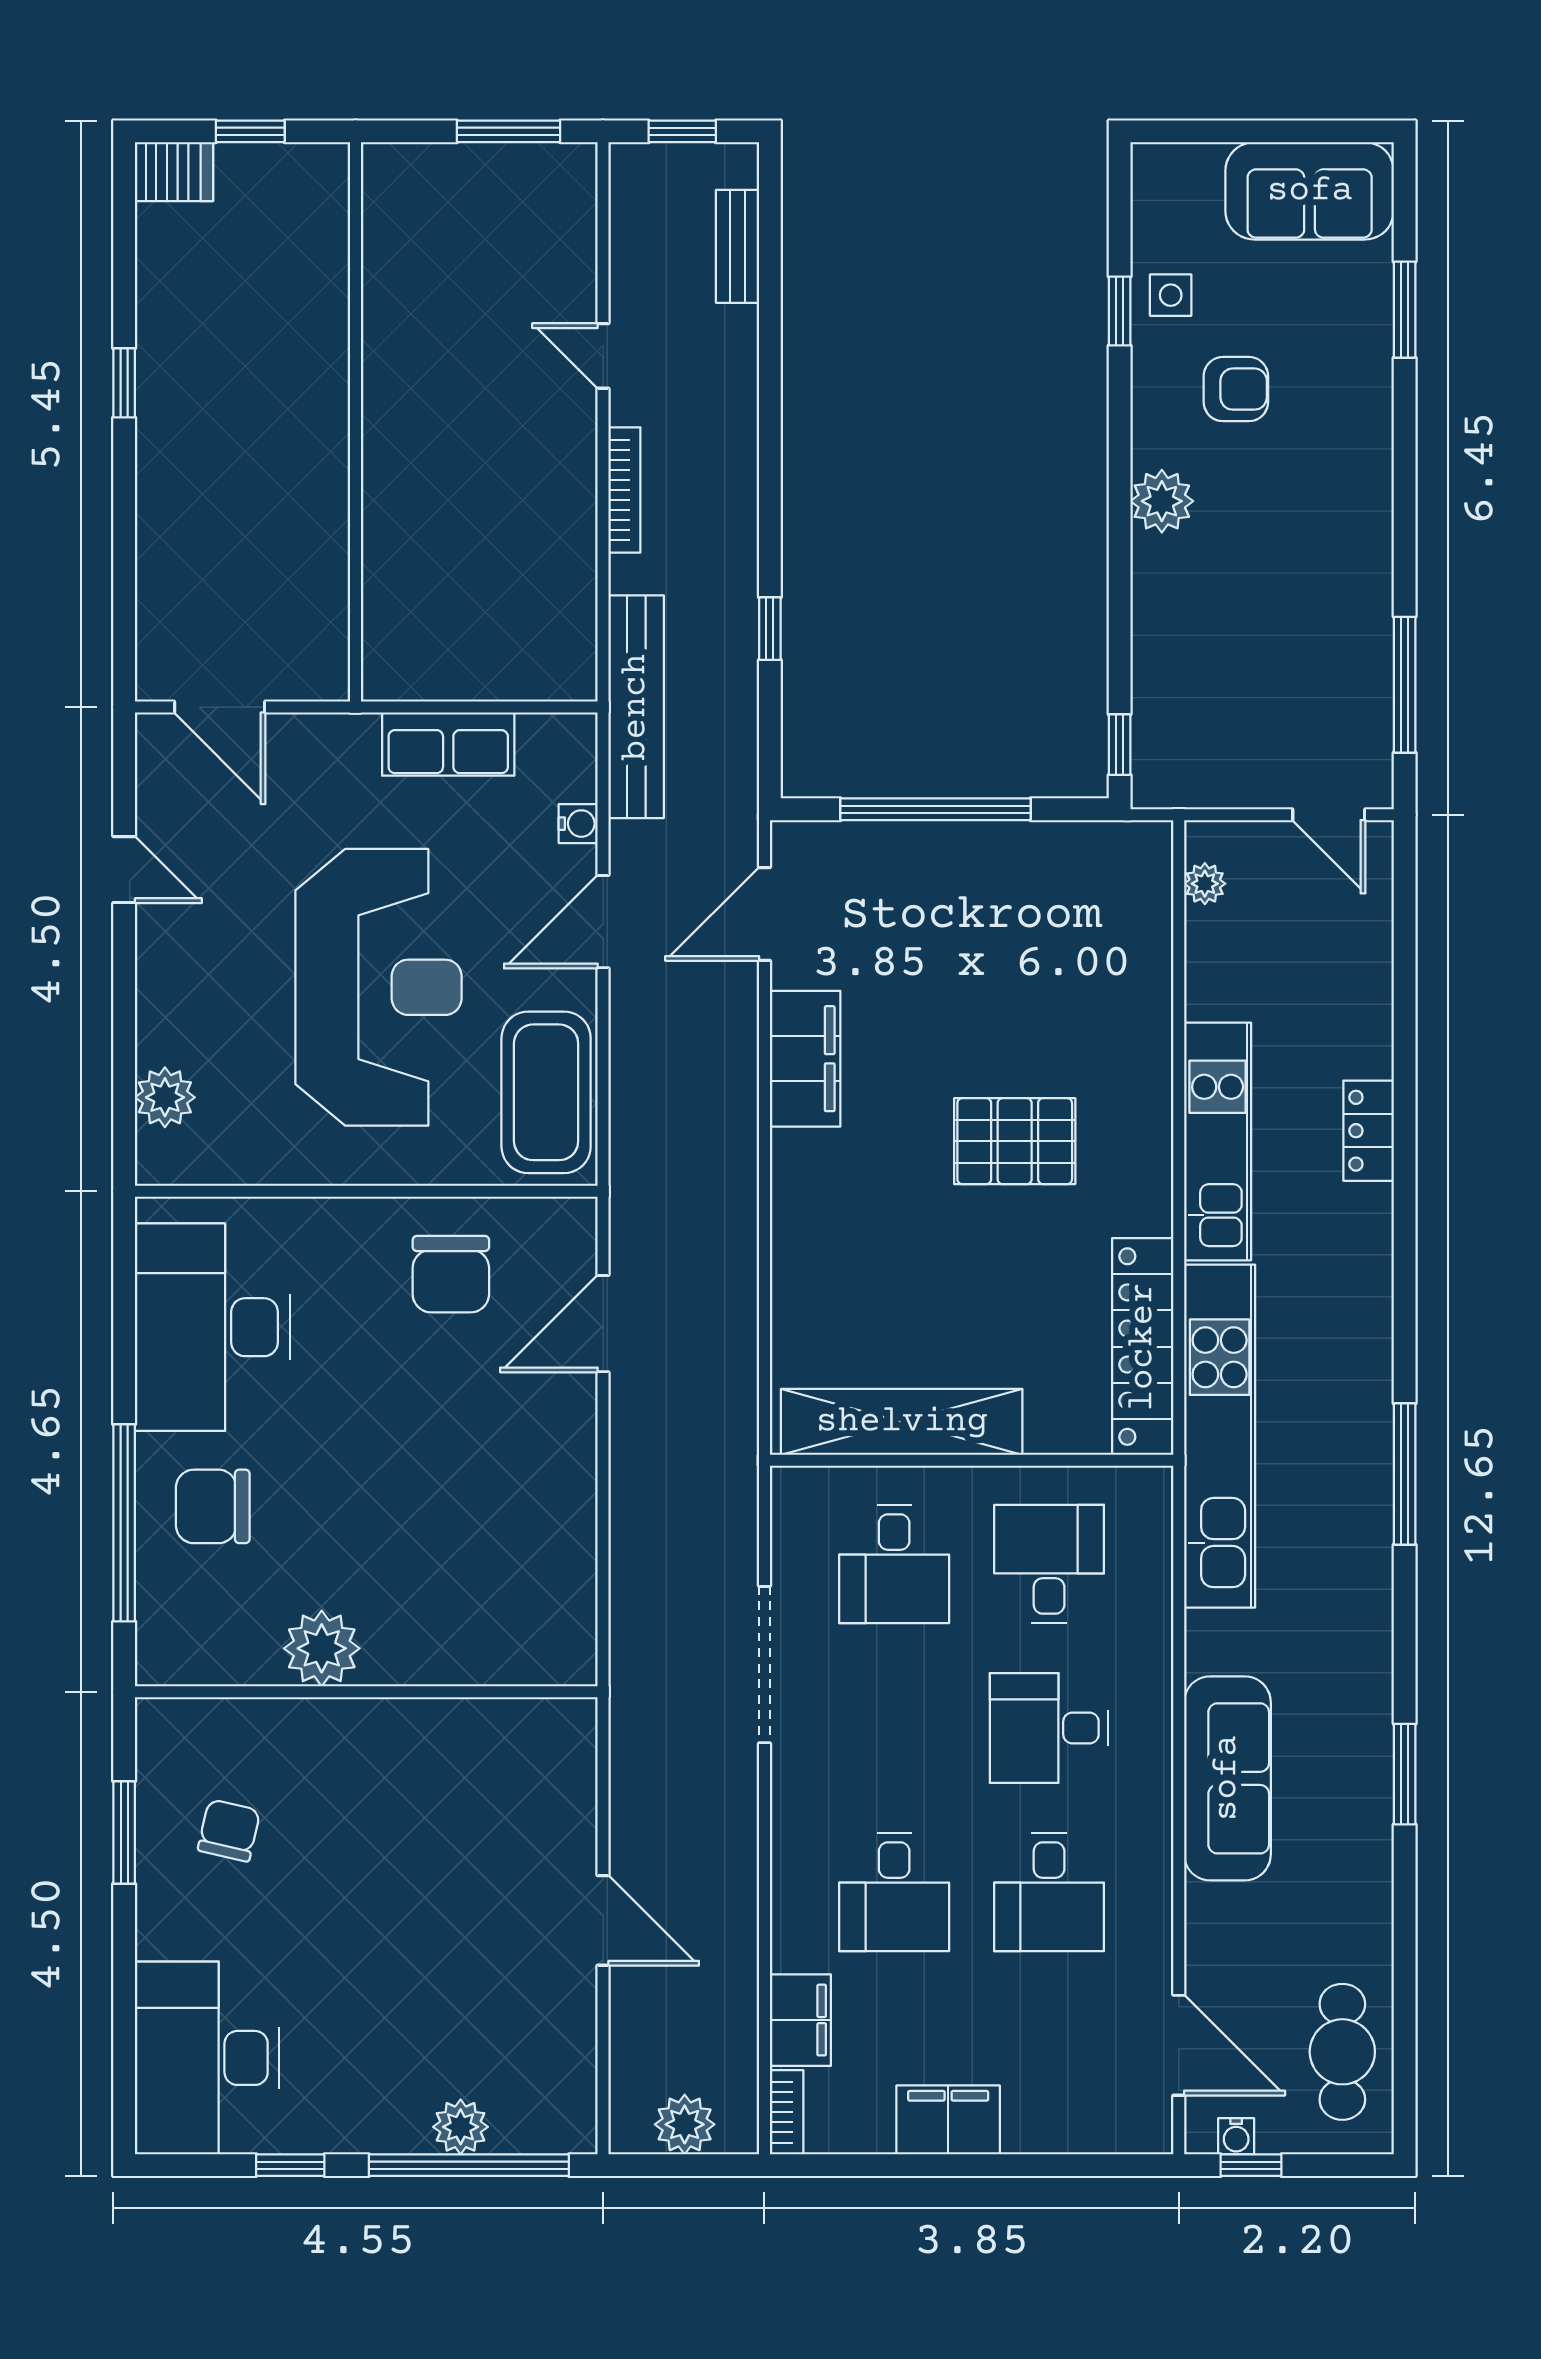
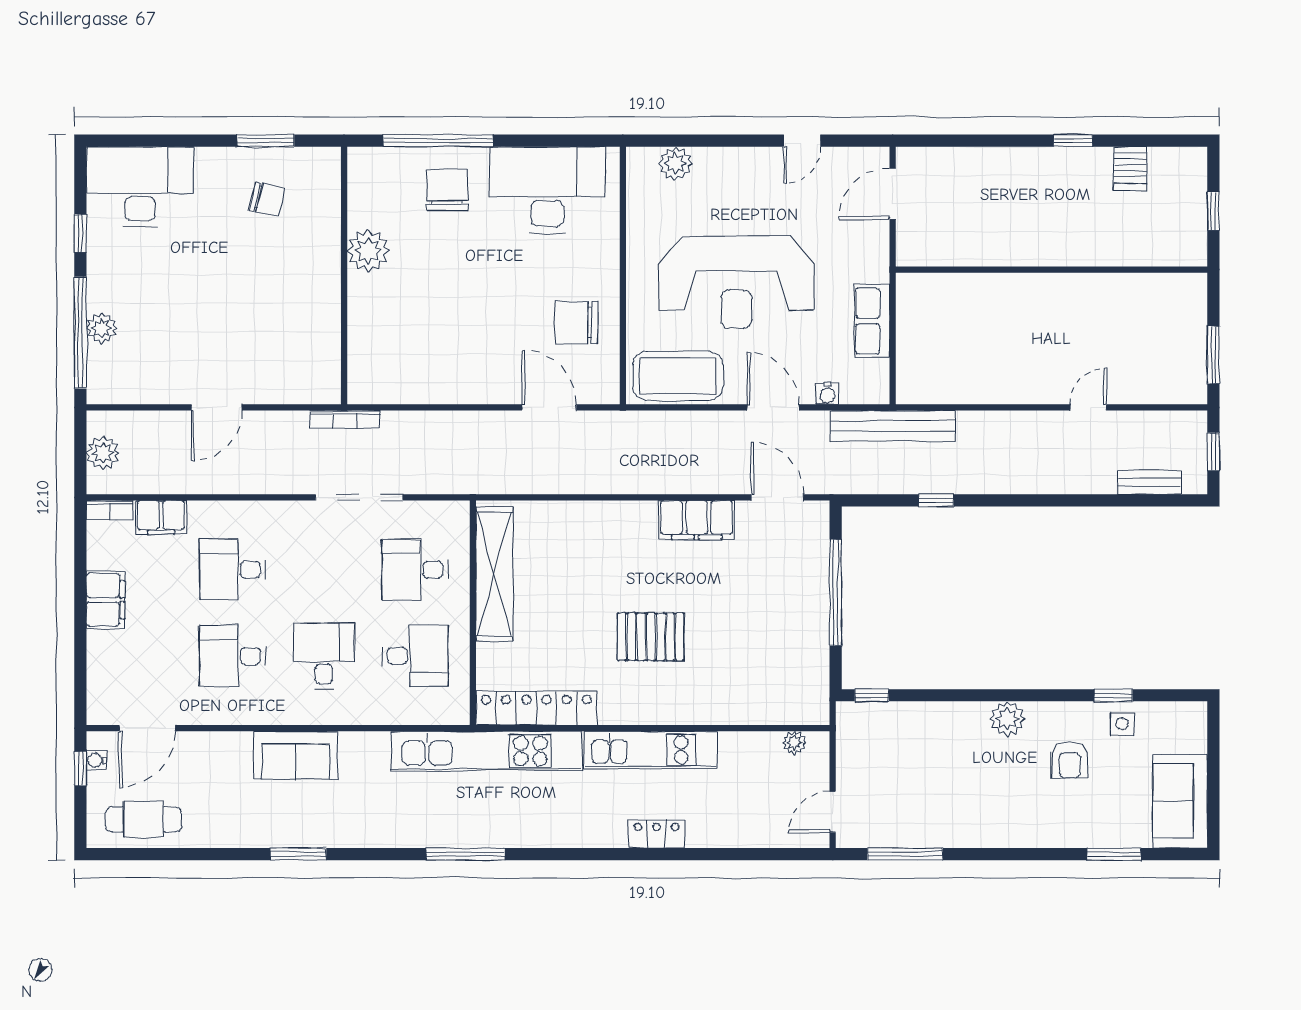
server rack: (174, 172) -> (1130, 168), moved
bookcase: (624, 490) -> (345, 419), moved
pallet: (1015, 1141) -> (651, 637), turned 90
sofa: (1227, 1778) -> (296, 755), width x0.73

